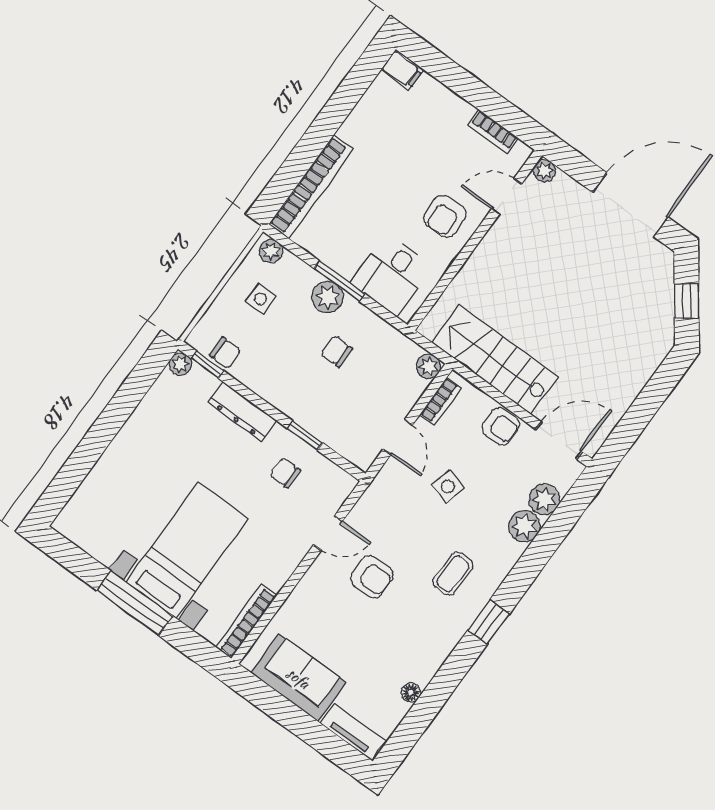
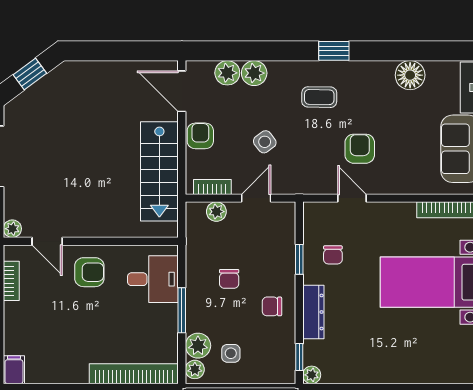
plant: (327, 297) -> (198, 346), moved
chair: (225, 353) -> (272, 306), moved, turned -90
plant: (429, 366) -> (216, 212), moved
side table: (448, 487) -> (265, 142), turned 38
floor lamp: (411, 693) -> (410, 75), width x1.89, depth x1.89

